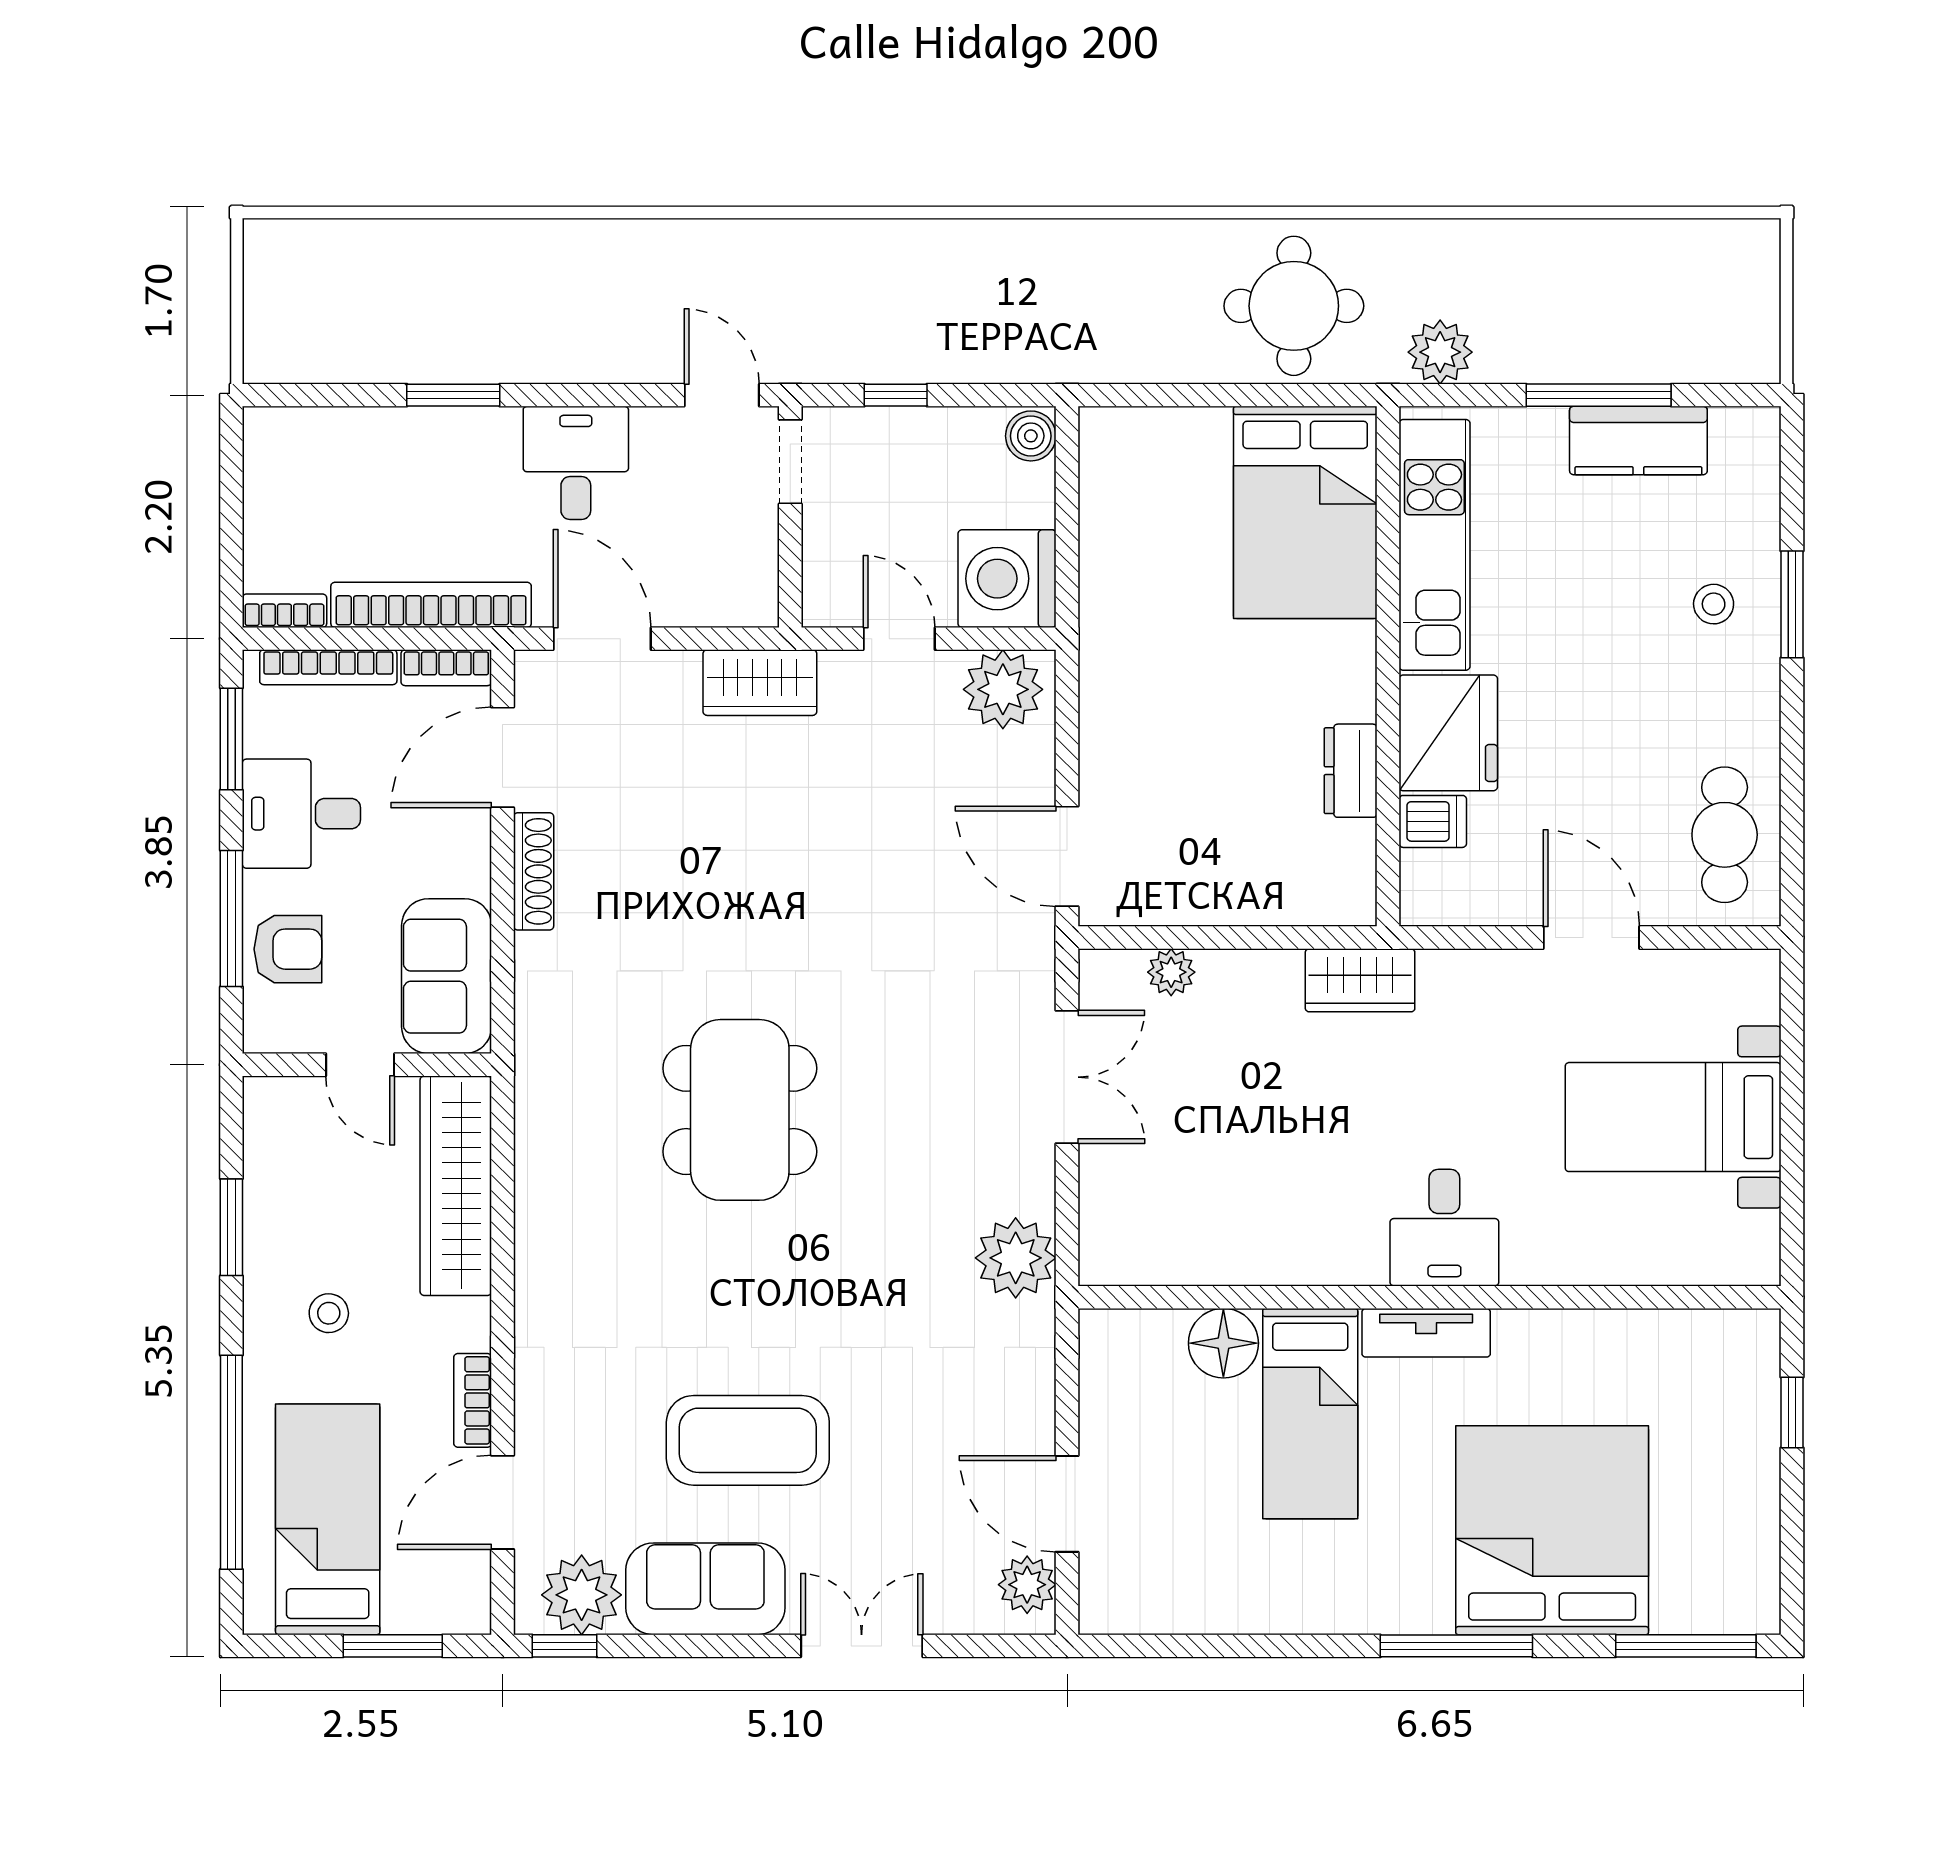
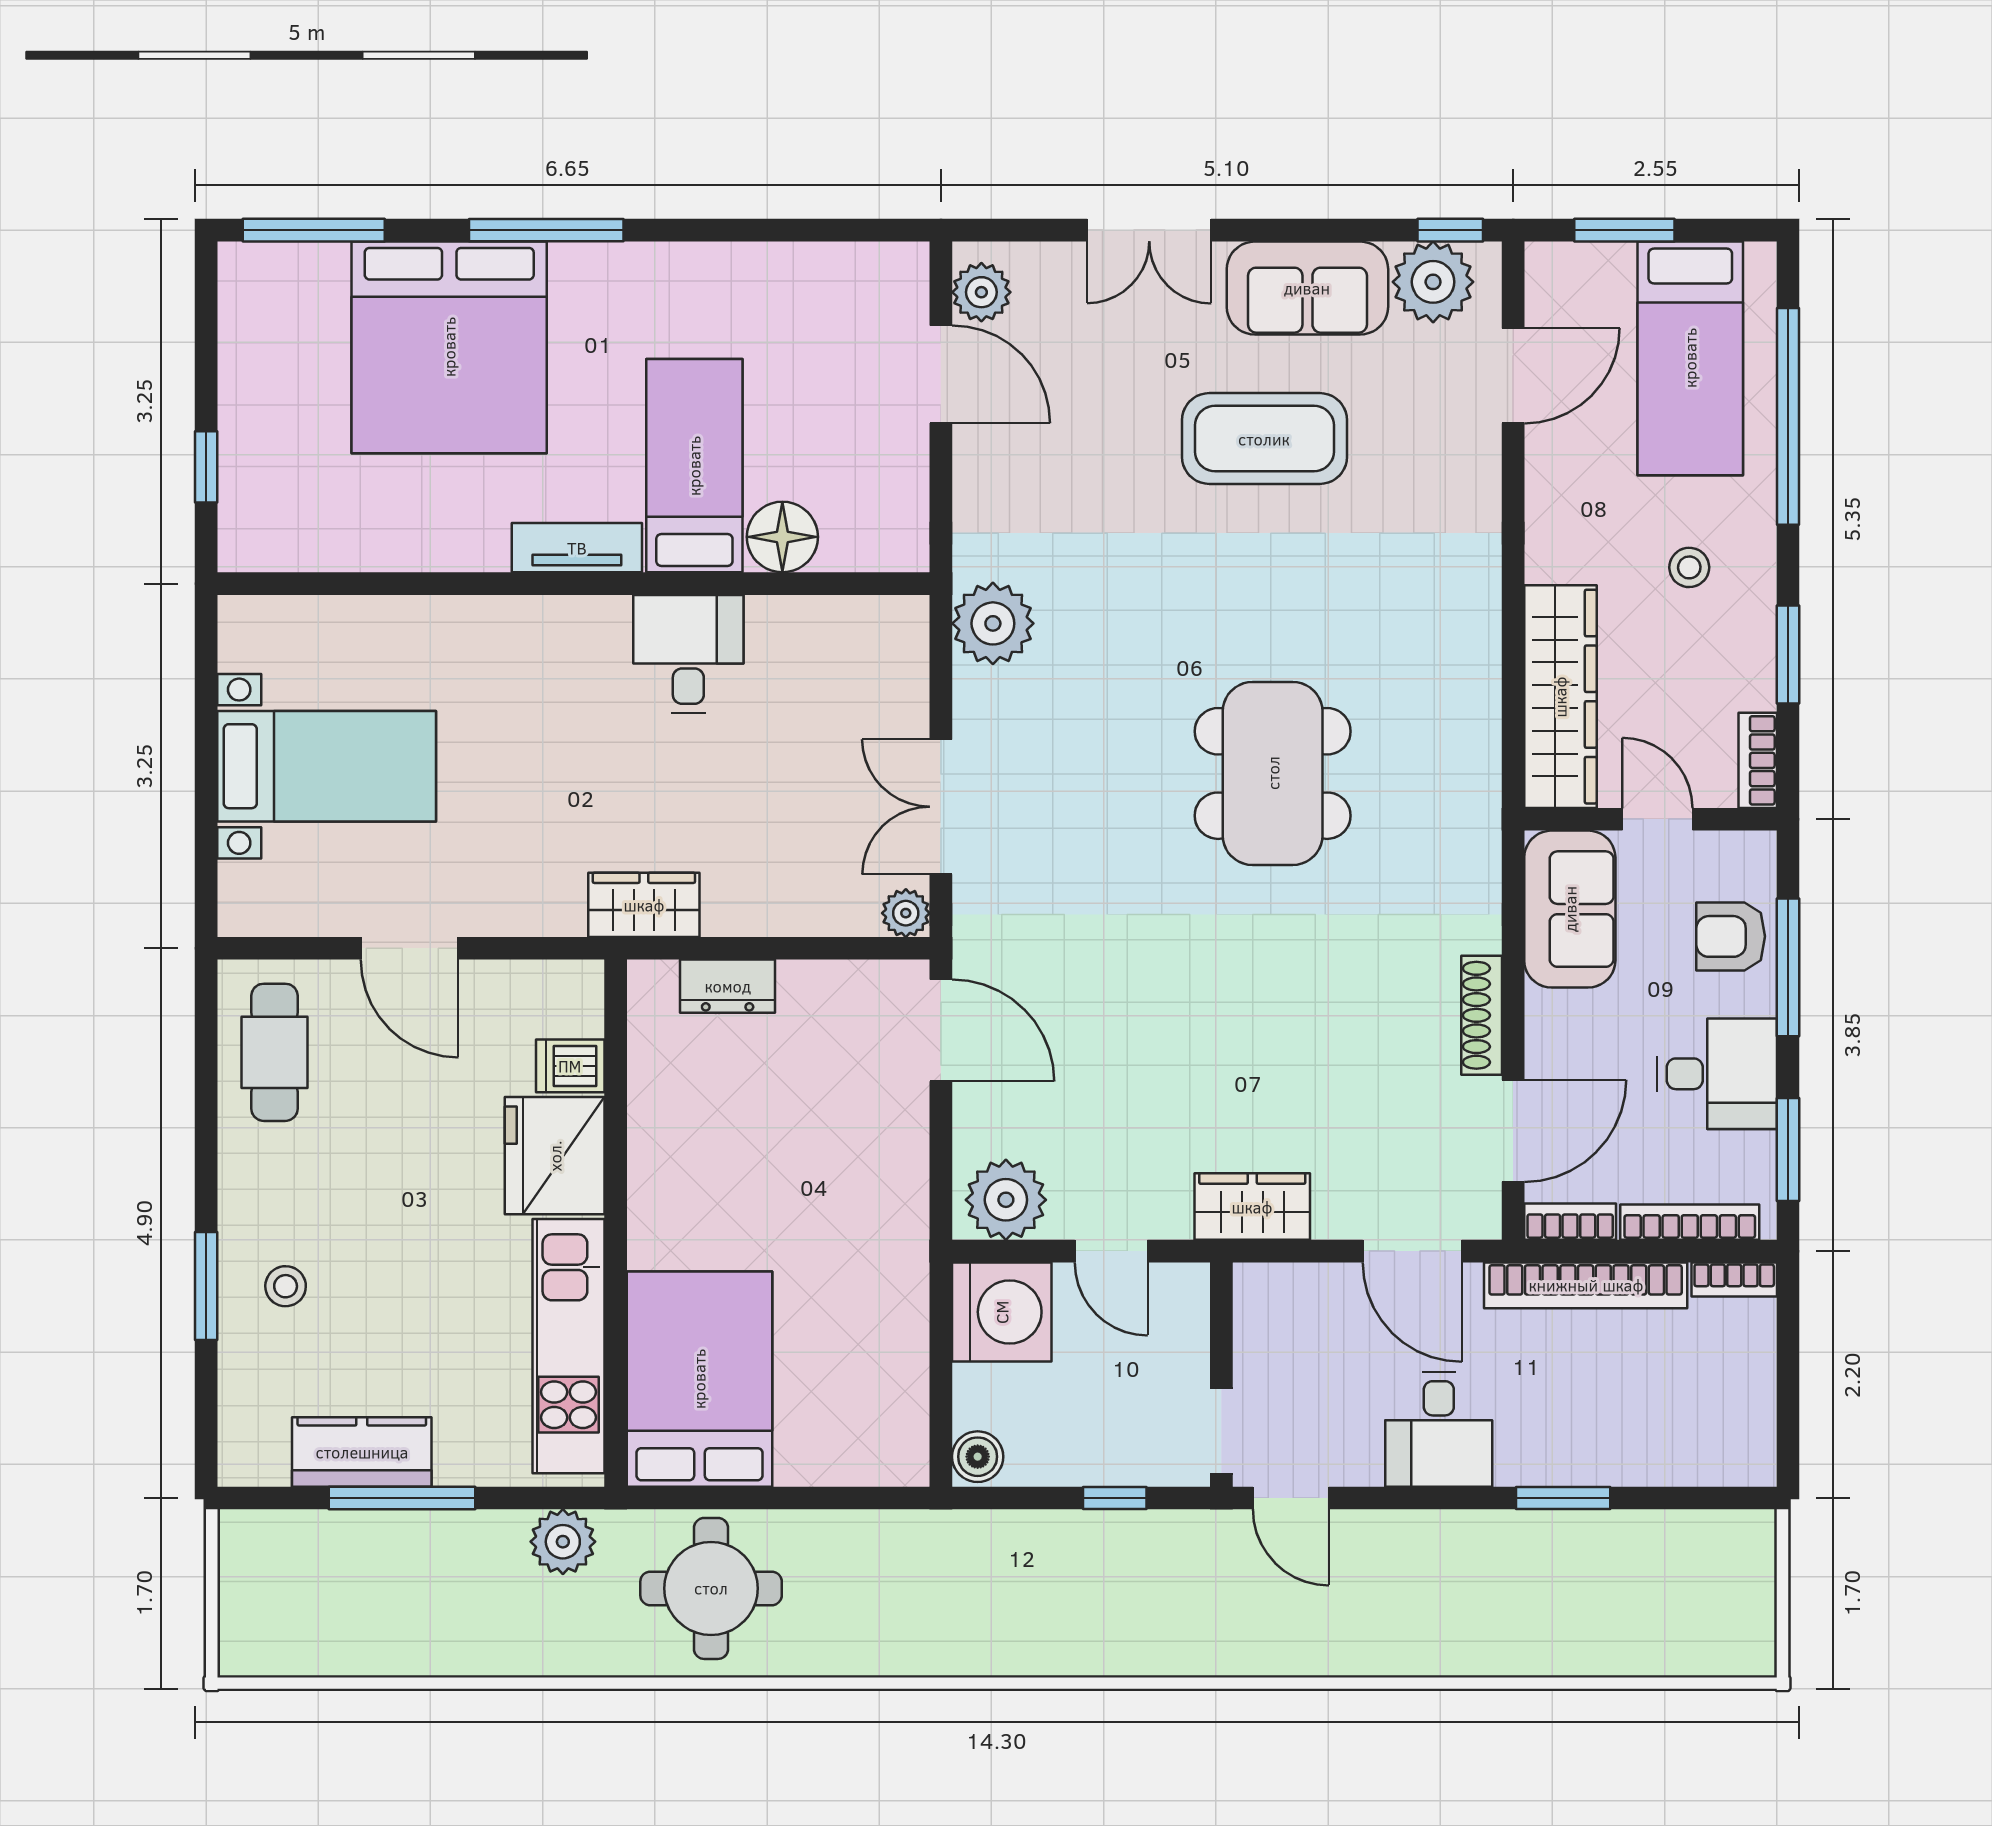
dresser: (1351, 771) -> (728, 986), moved, turned 90
plant: (1171, 972) -> (906, 913), moved
desk: (1444, 1228) -> (688, 654), moved
bookcase: (473, 1400) -> (1758, 760), moved, turned 180

